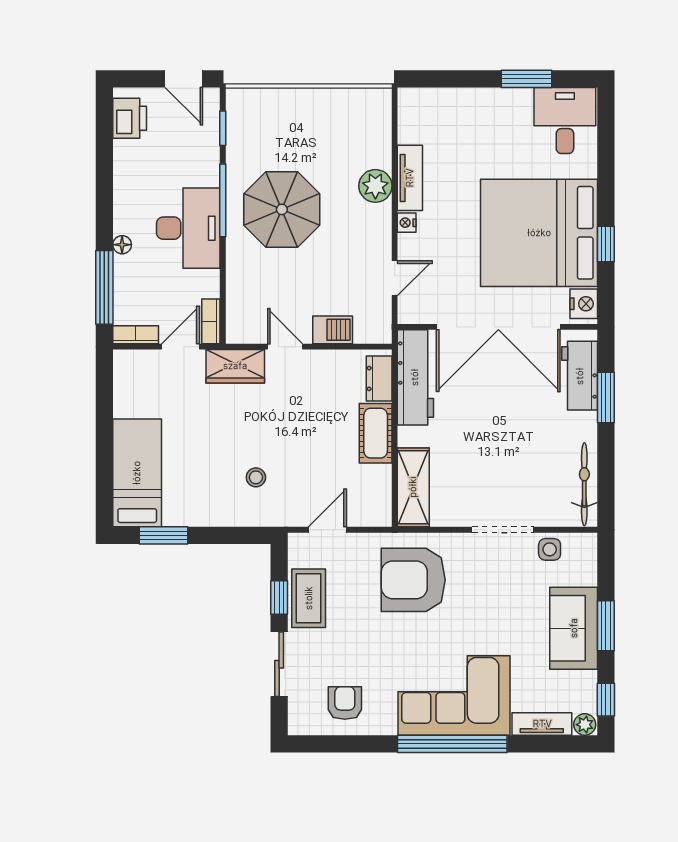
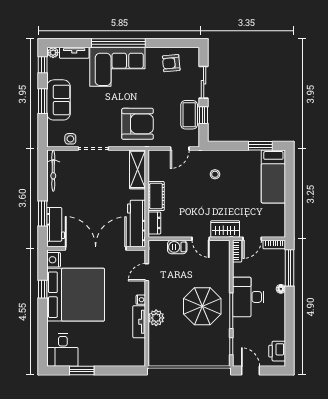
armchair: (345, 703) -> (171, 63), turned 85

